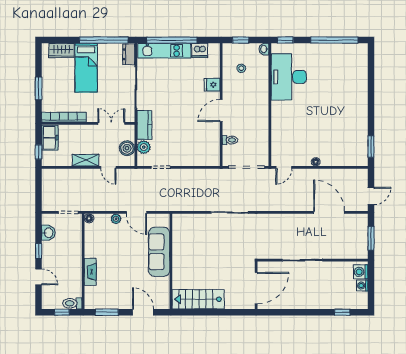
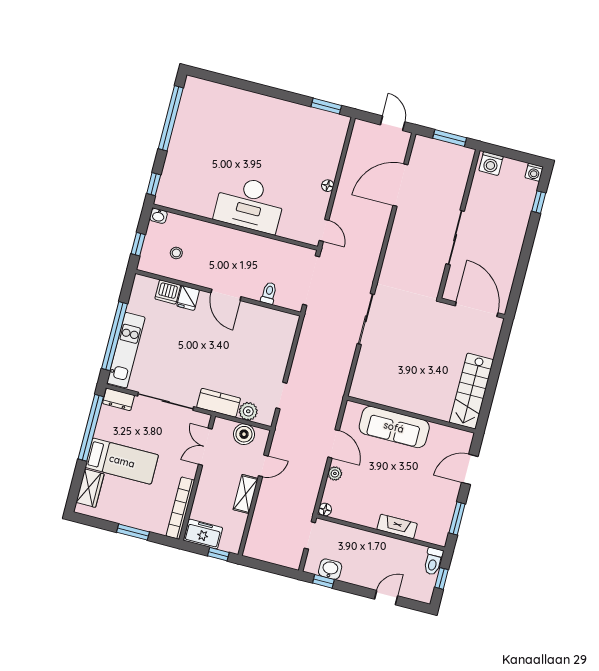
dishwasher: (200, 50) -> (168, 292), moved, turned 90
desk: (289, 77) -> (250, 204), moved
door: (136, 212) -> (334, 444), hinge flipped
window: (39, 251) -> (323, 581), moved
washing machine: (362, 286) -> (534, 172), moved

